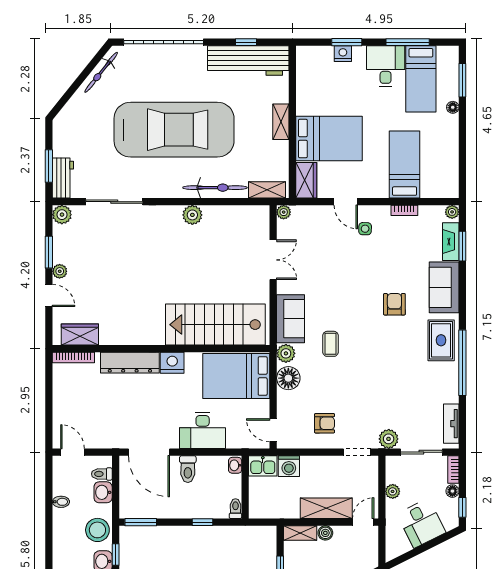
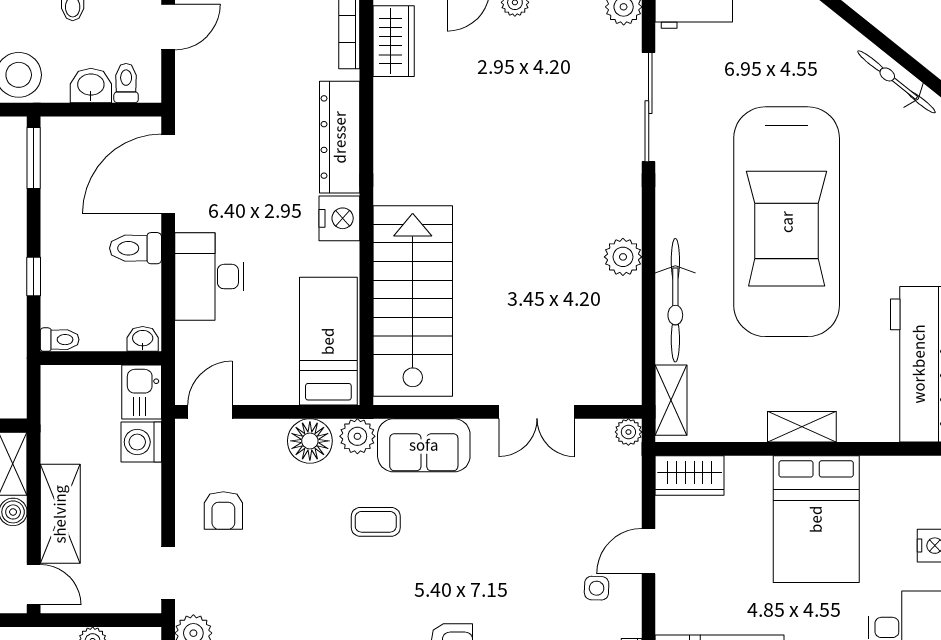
bed: (329, 139) -> (816, 519), moved
bed: (236, 376) -> (328, 341), width x0.67

